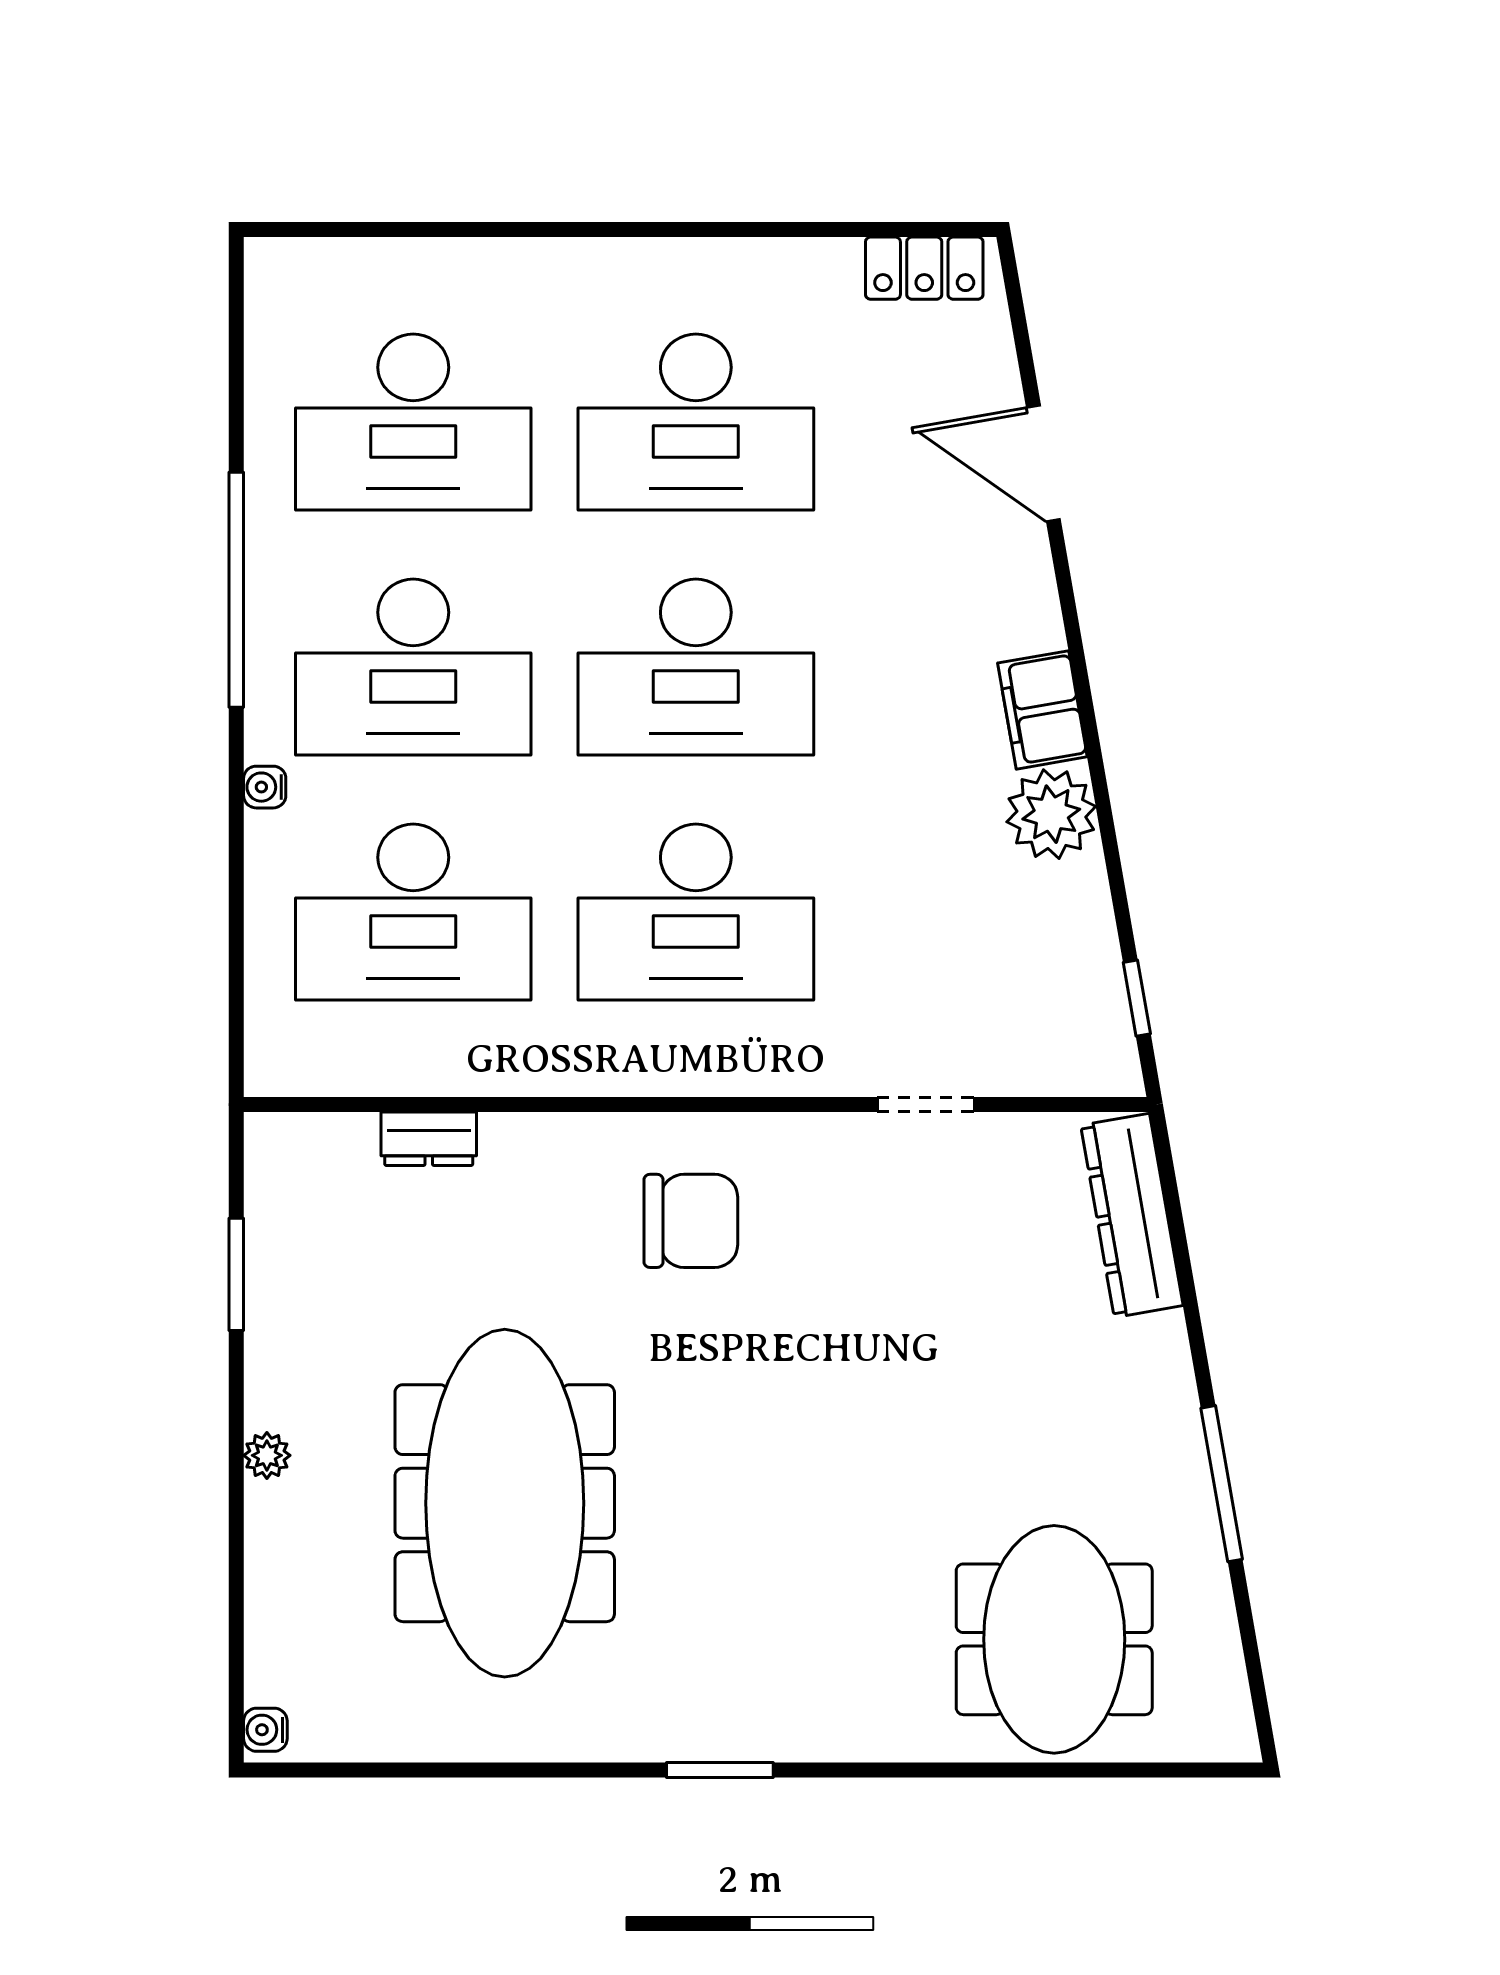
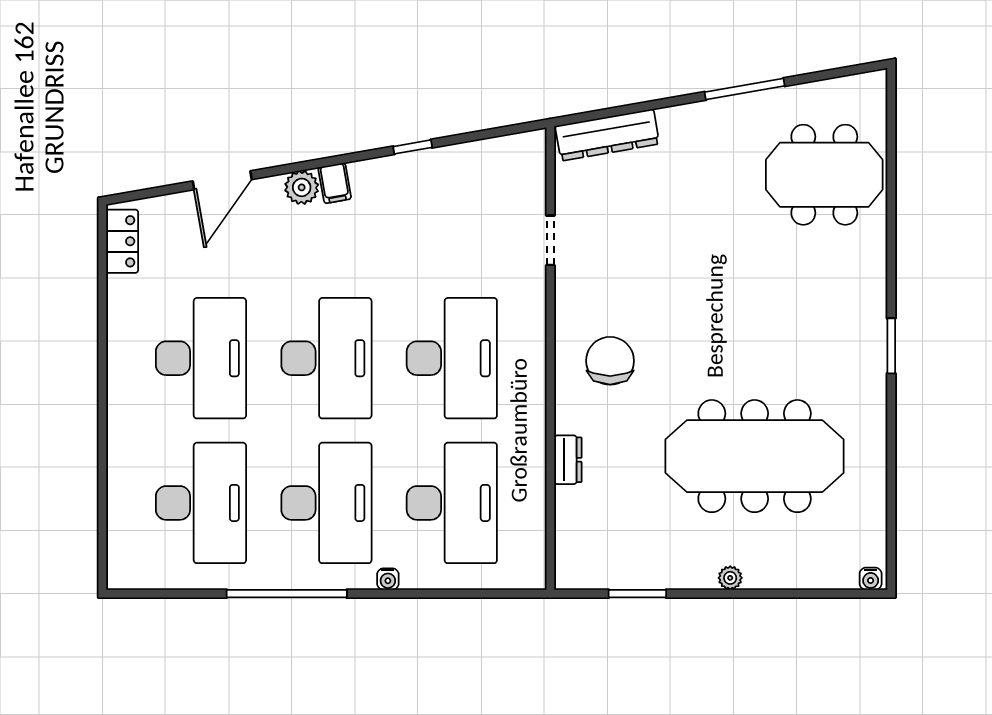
filing cabinet: (1042, 710) -> (335, 183), width x0.50
plant: (1051, 814) -> (302, 187), moved, width x0.73, depth x0.73
window: (1137, 998) -> (413, 147), moved
dresser: (429, 1139) -> (568, 460), moved

